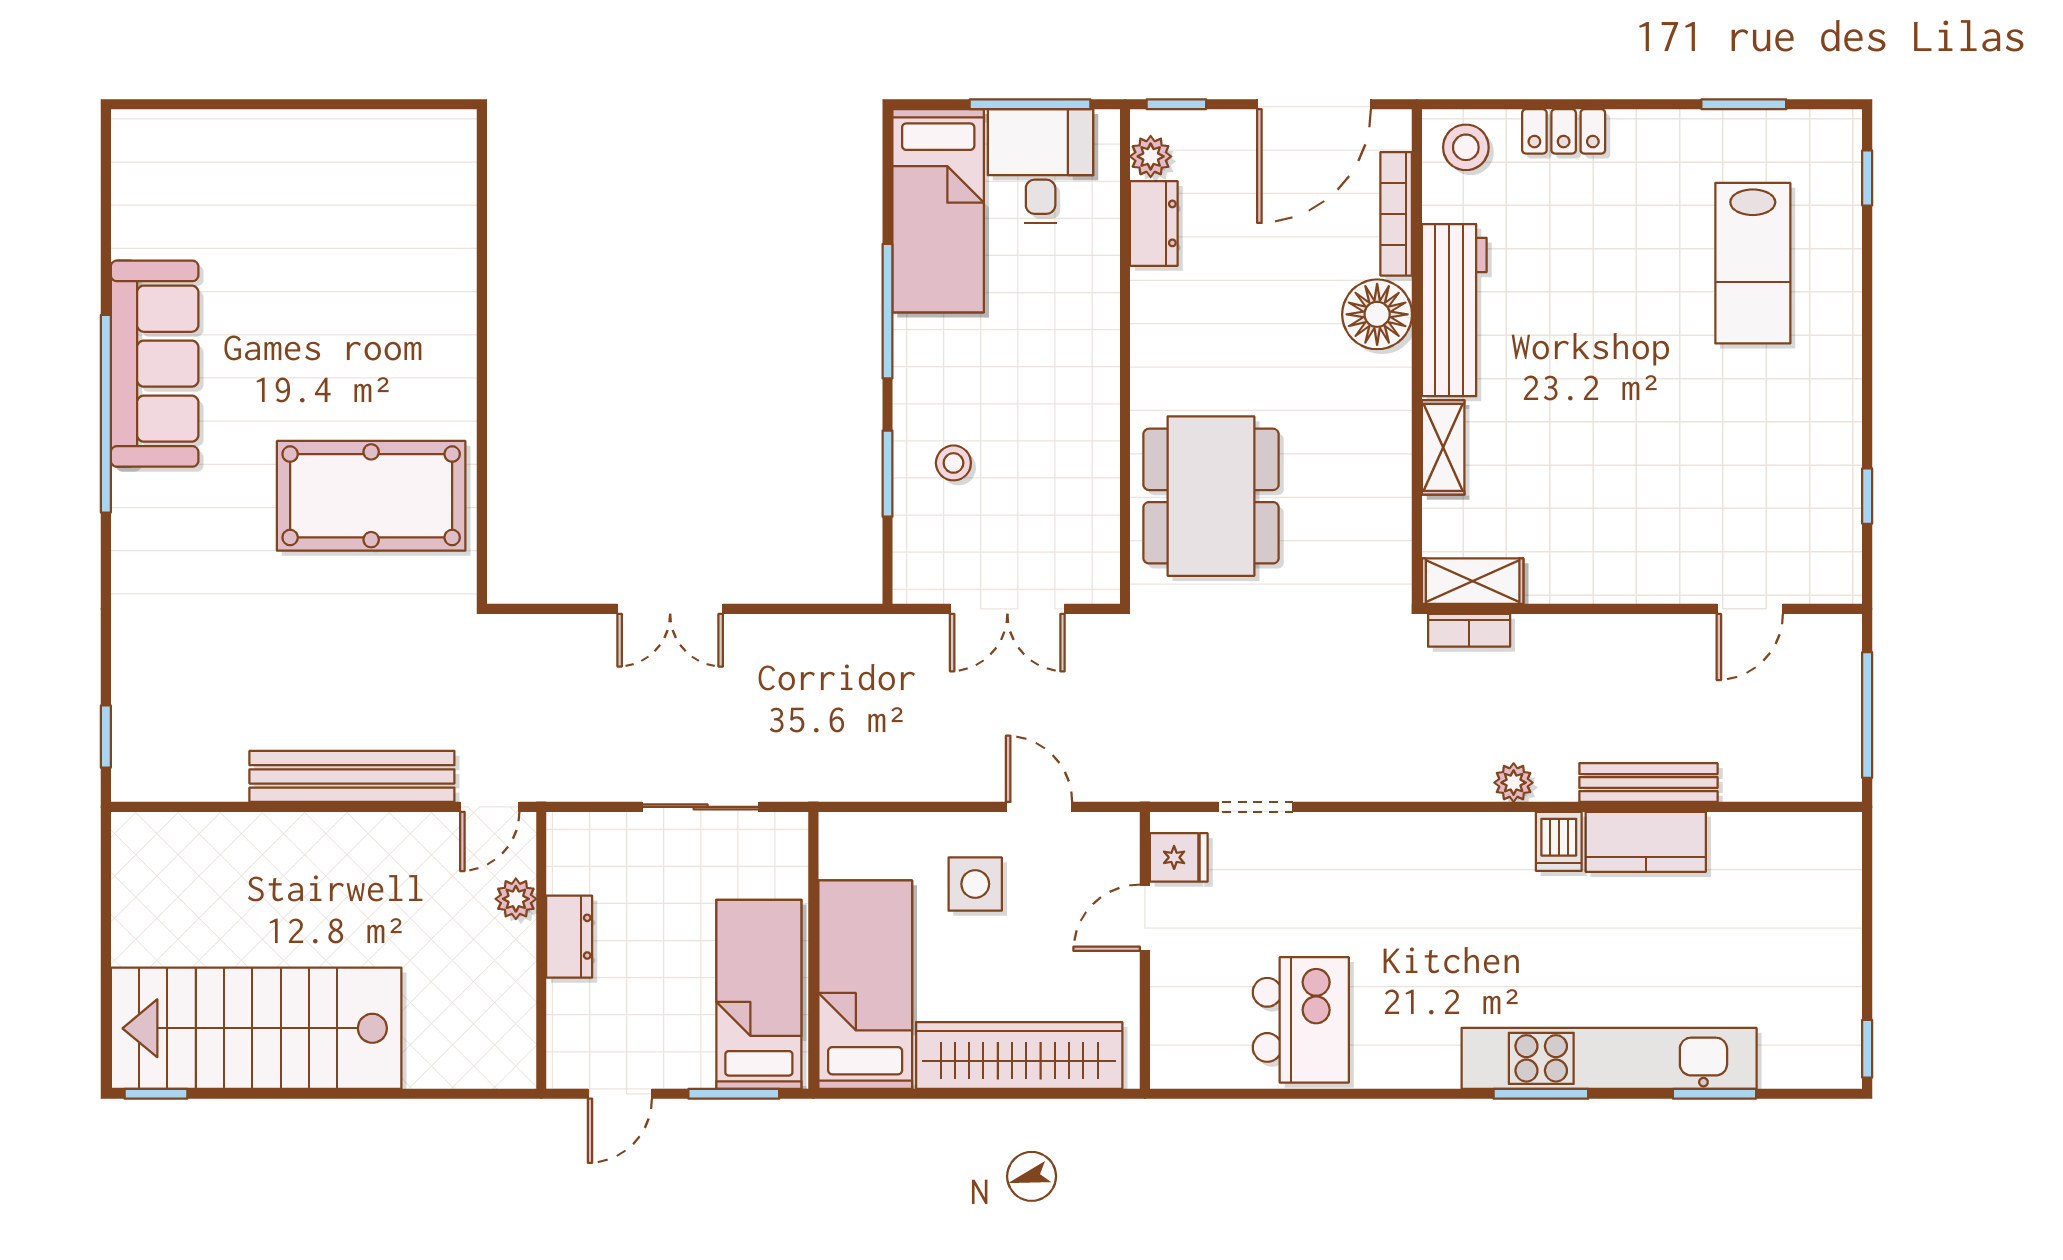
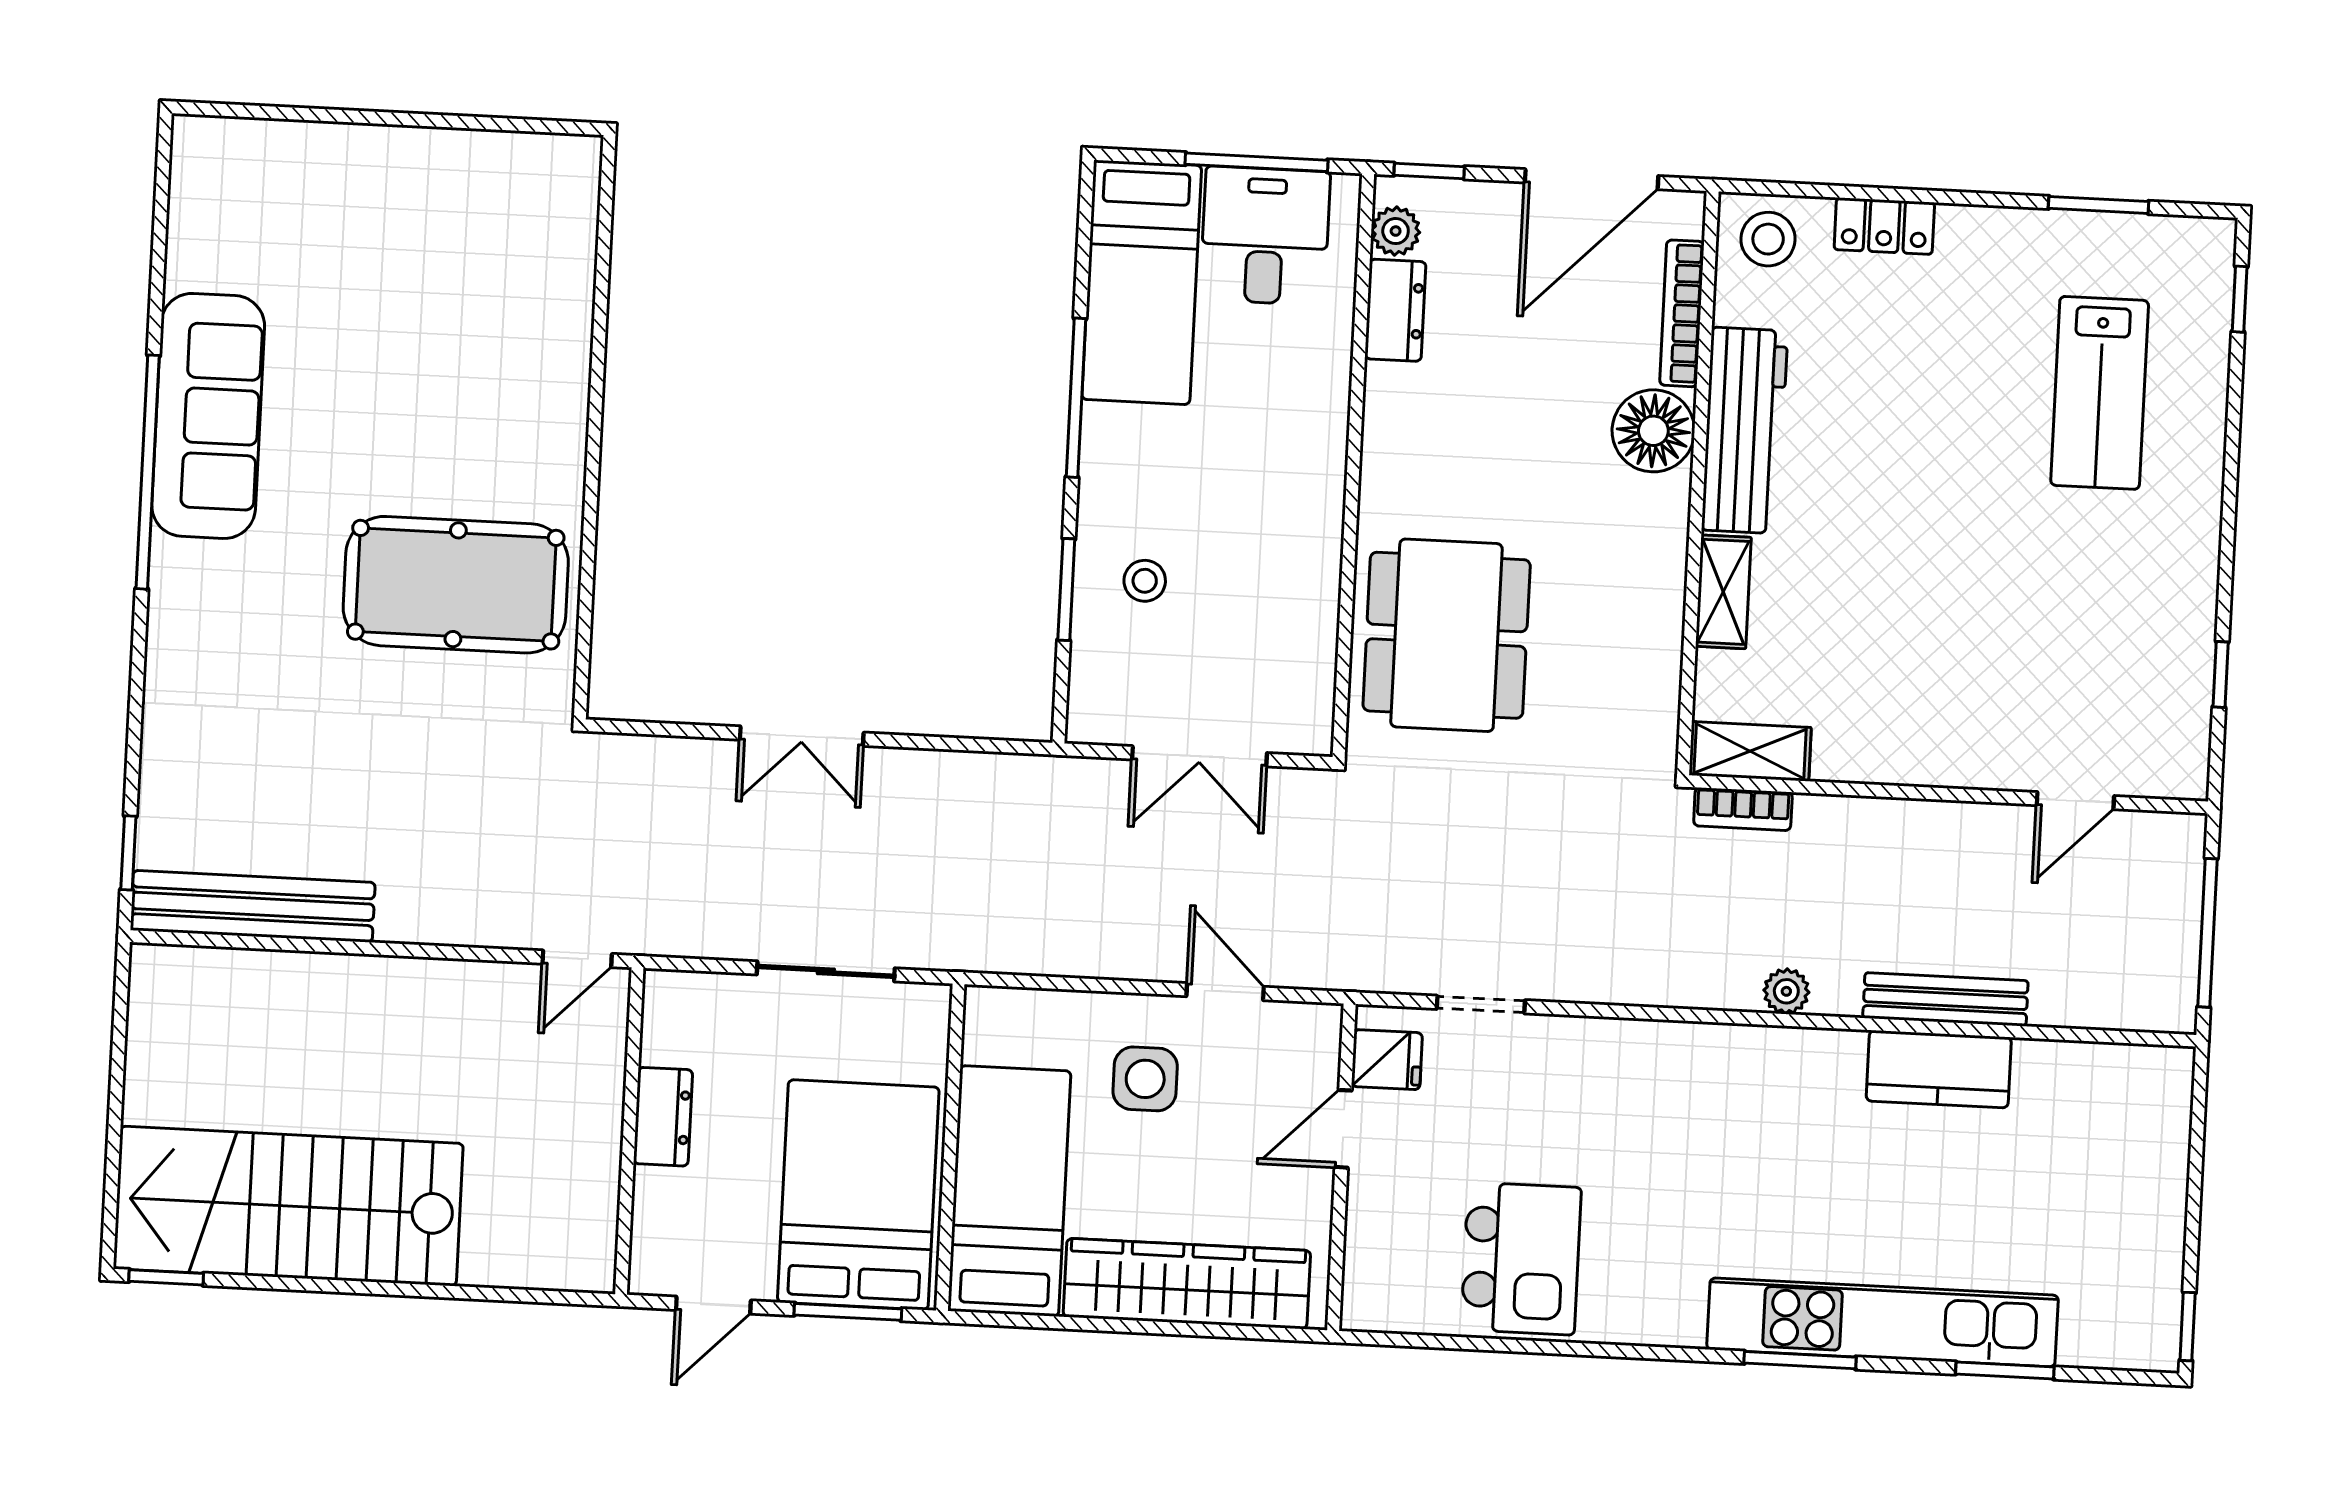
bench: (352, 776) -> (253, 906), moved
dishwasher: (1559, 841) -> (1836, 1063), removed
plant: (516, 899) -> (602, 1069), removed
bed: (759, 994) -> (858, 1195), width x1.50

